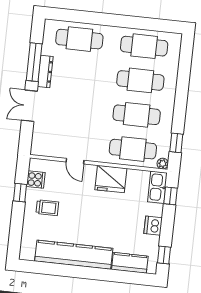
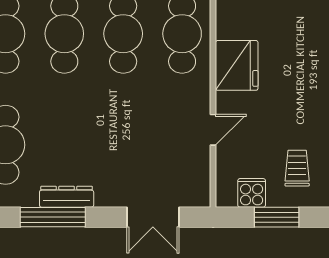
double door: (29, 106) -> (153, 217), moved
window: (20, 193) -> (277, 217), width x1.50

